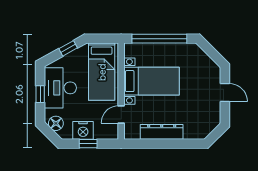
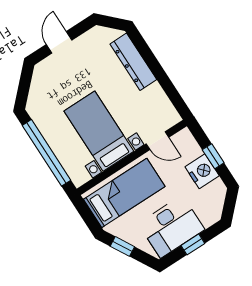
floor lamp: (56, 123) -> (214, 206), removed
dresser: (162, 132) -> (133, 62), moved

